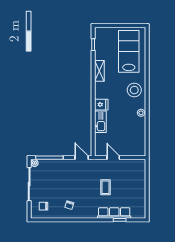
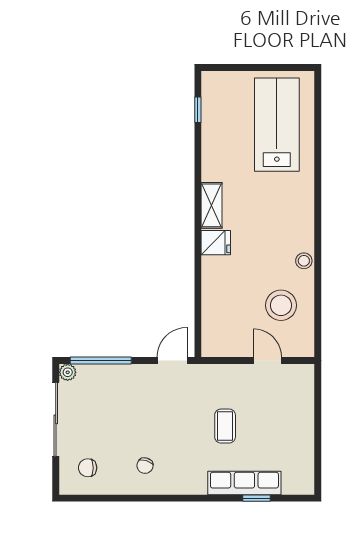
shelving: (99, 71) -> (212, 205), moved
stool: (134, 90) -> (281, 305), moved
kitchen sink: (100, 122) -> (214, 281), removed
door: (82, 158) -> (172, 361), hinge flipped
door: (113, 158) -> (267, 361), moved

